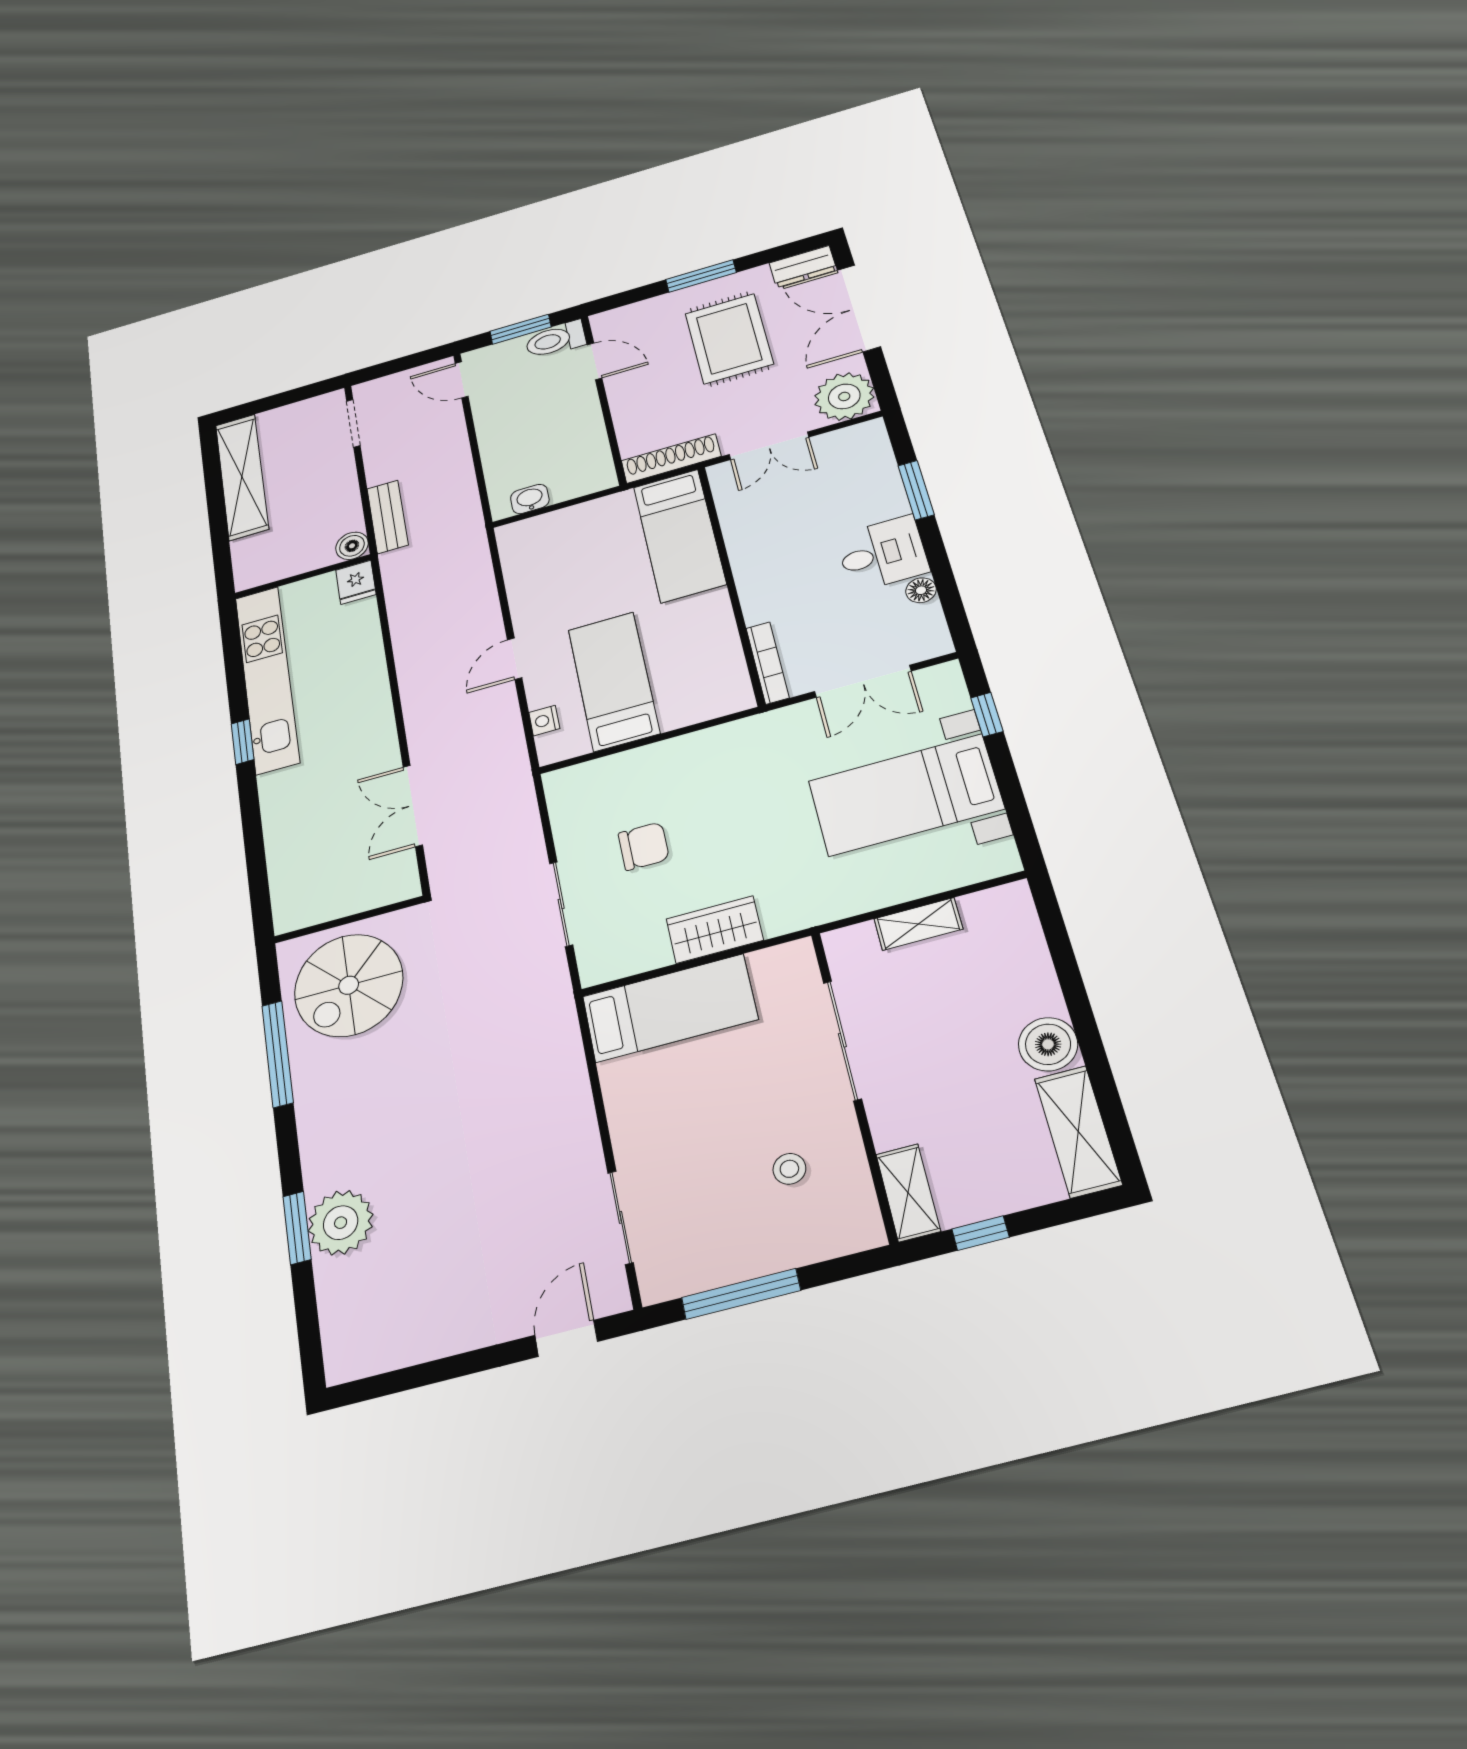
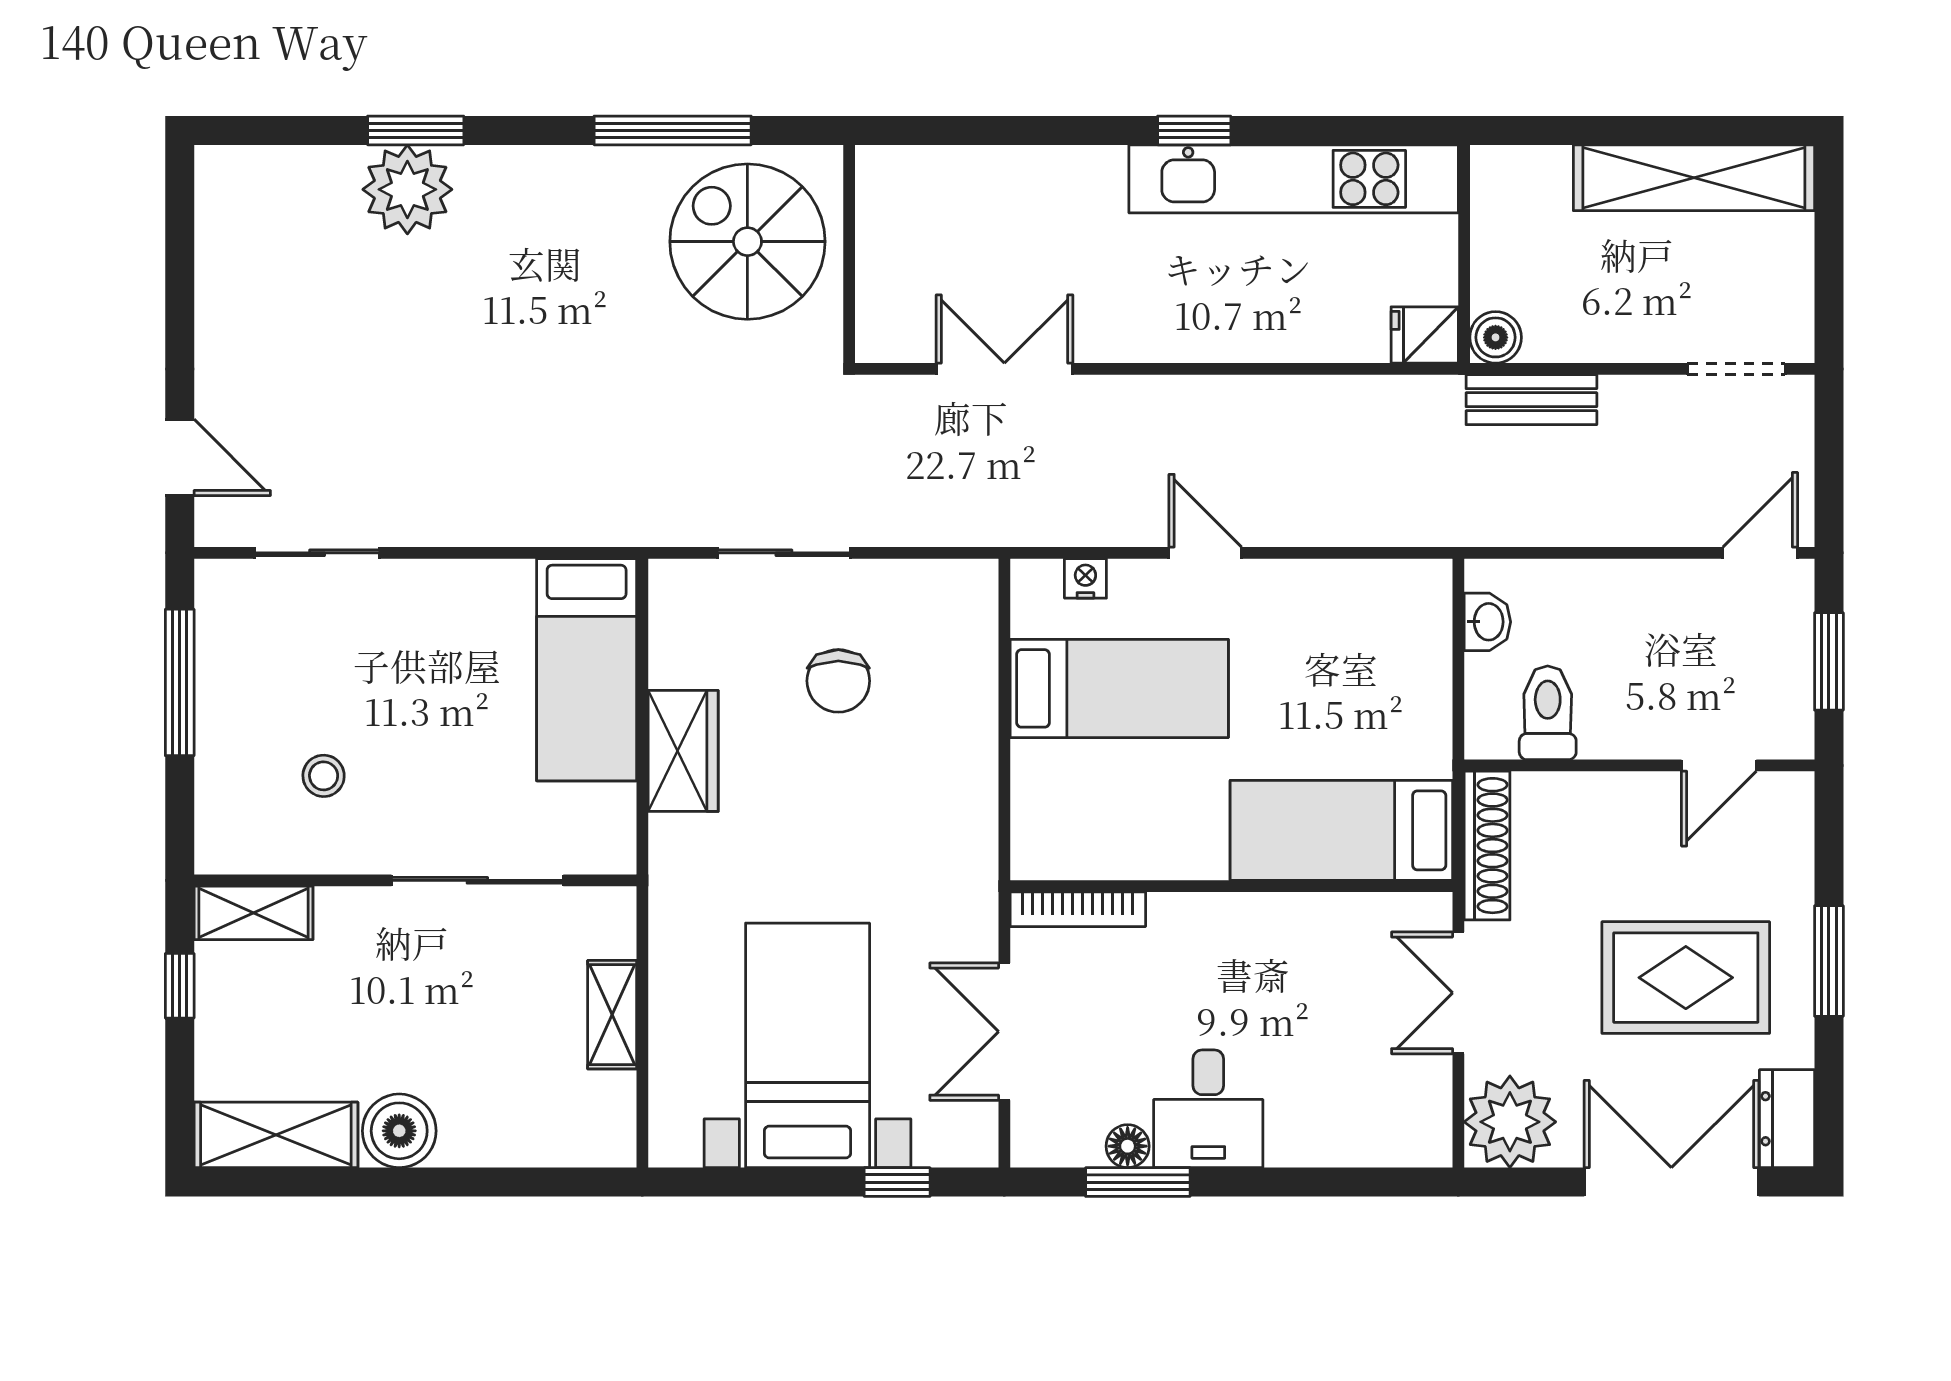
toilet: (556, 340) -> (1548, 713), moved
window: (916, 490) -> (1138, 1182), moved

